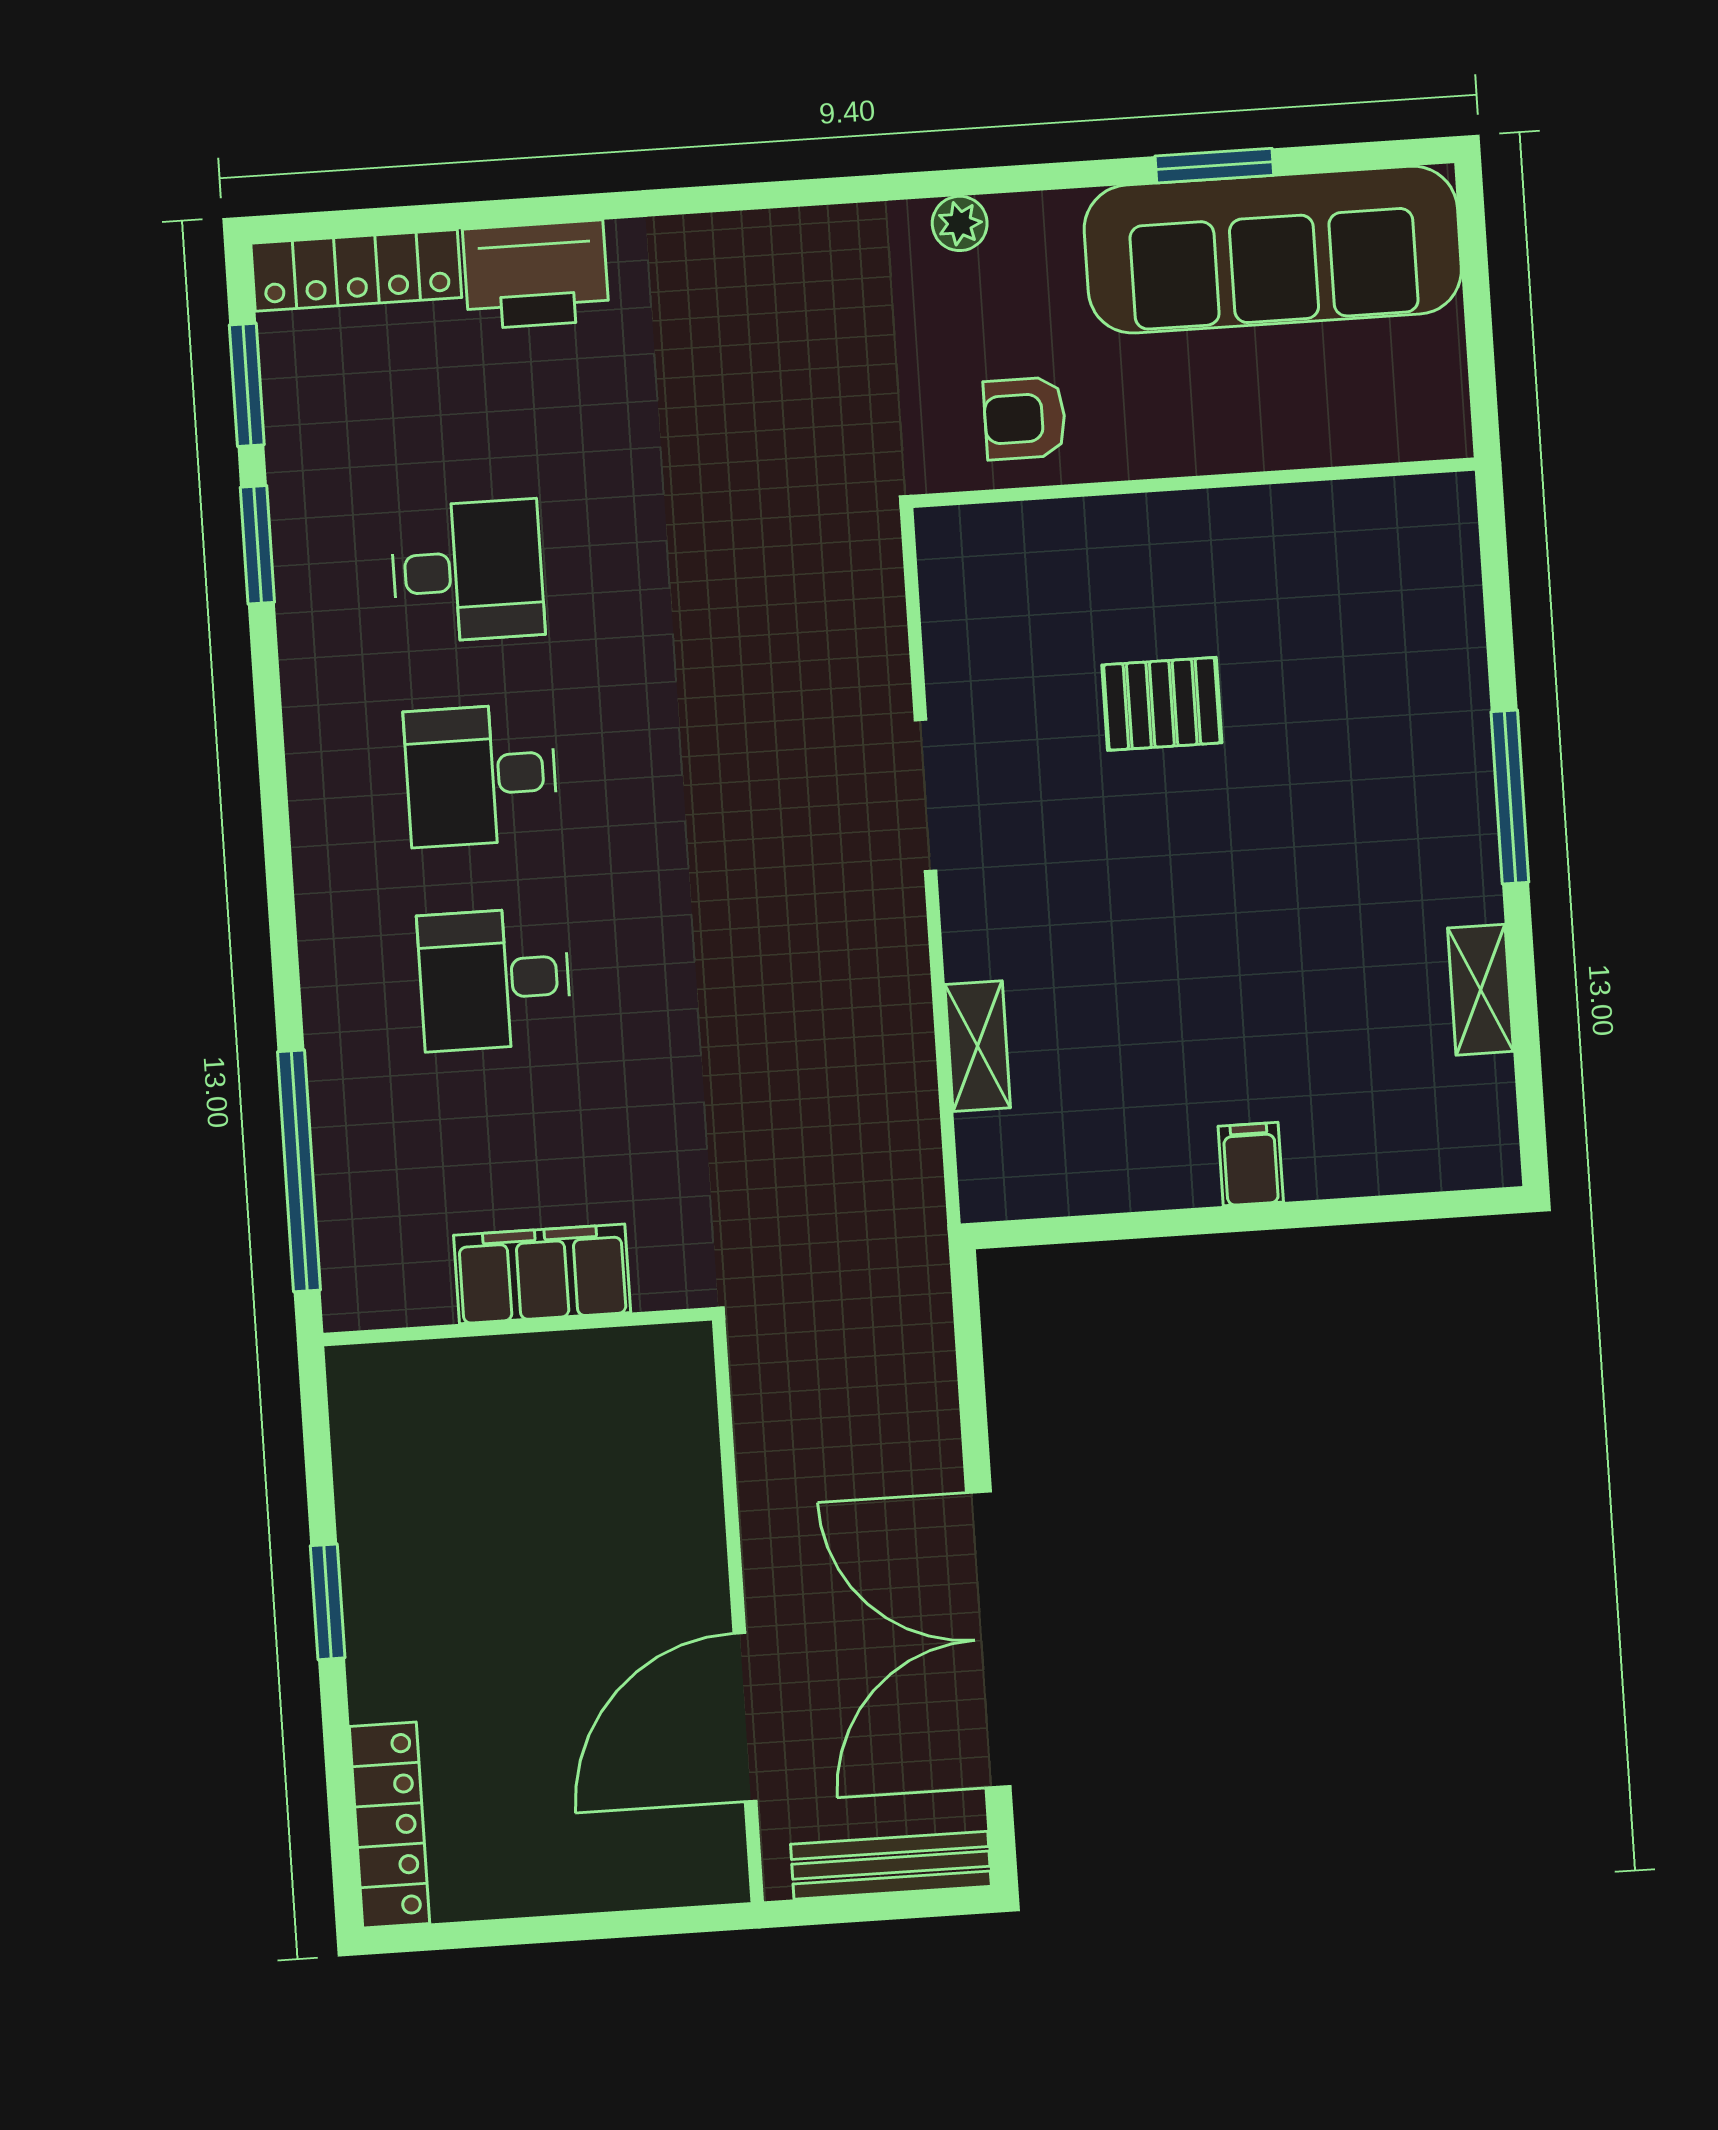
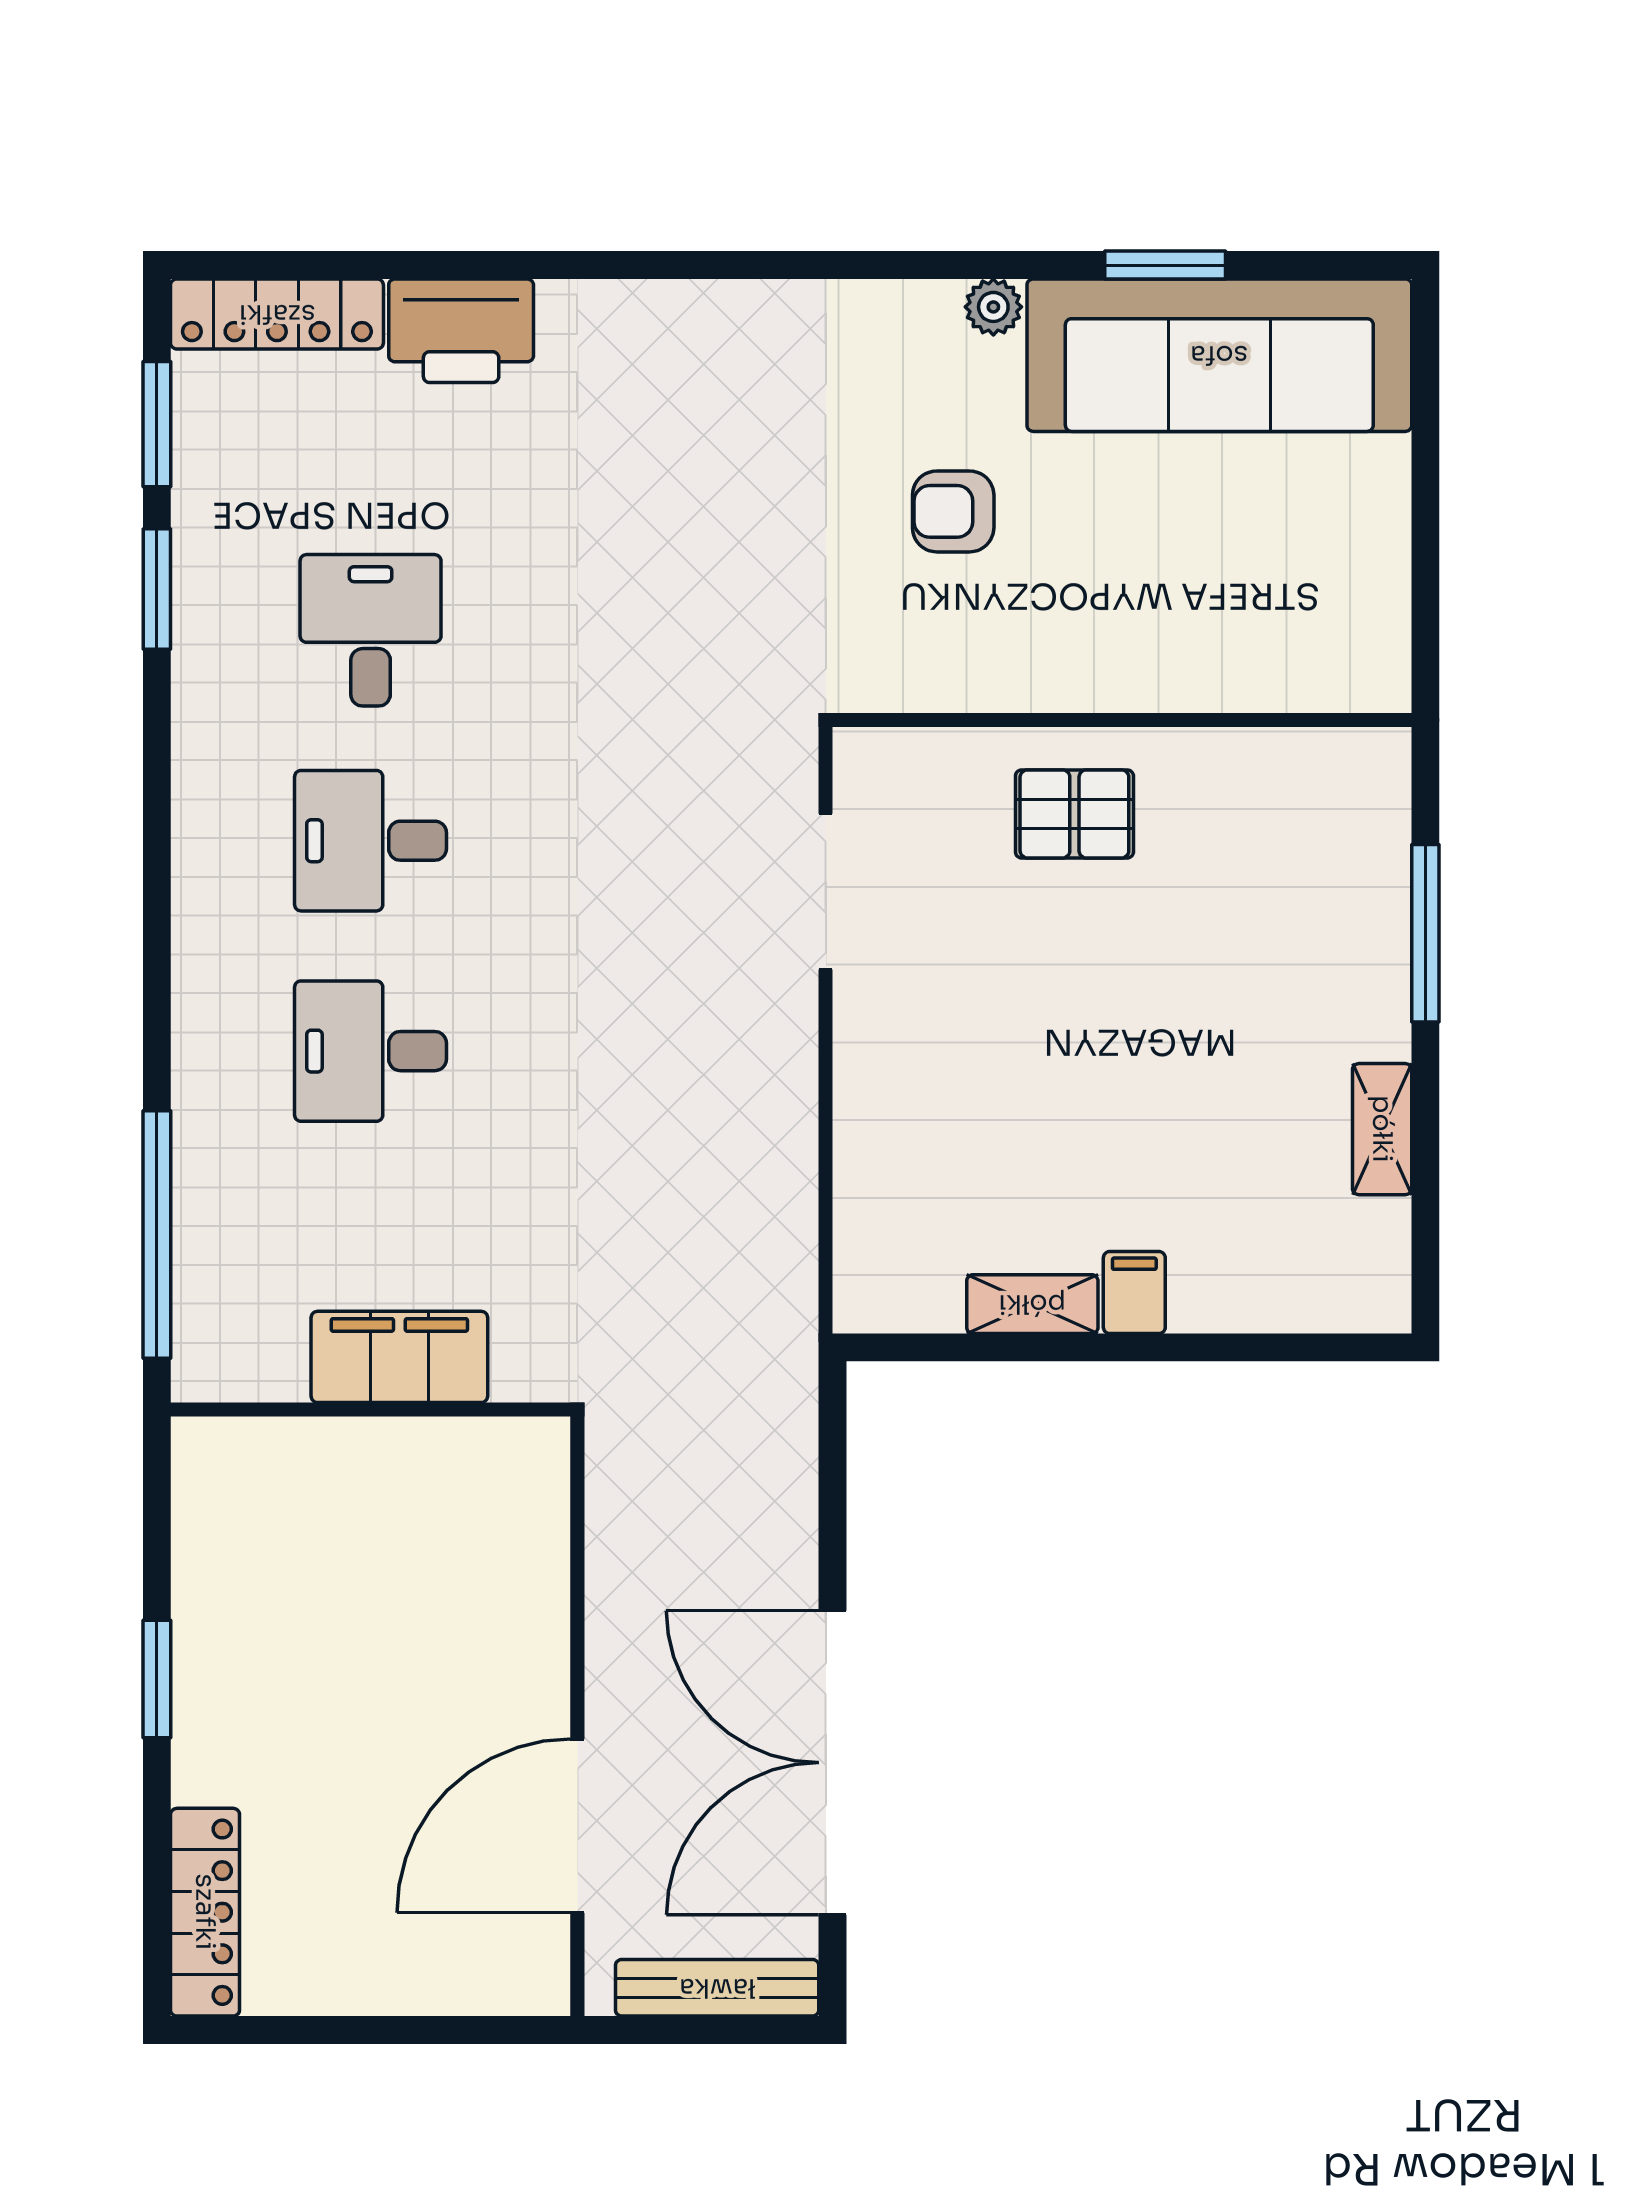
plant: (960, 223) -> (993, 307), moved
wall: (1194, 483) -> (1122, 720), moved
desk: (467, 571) -> (371, 630), turned -90
shelving: (978, 1046) -> (1032, 1304), moved, turned 90

